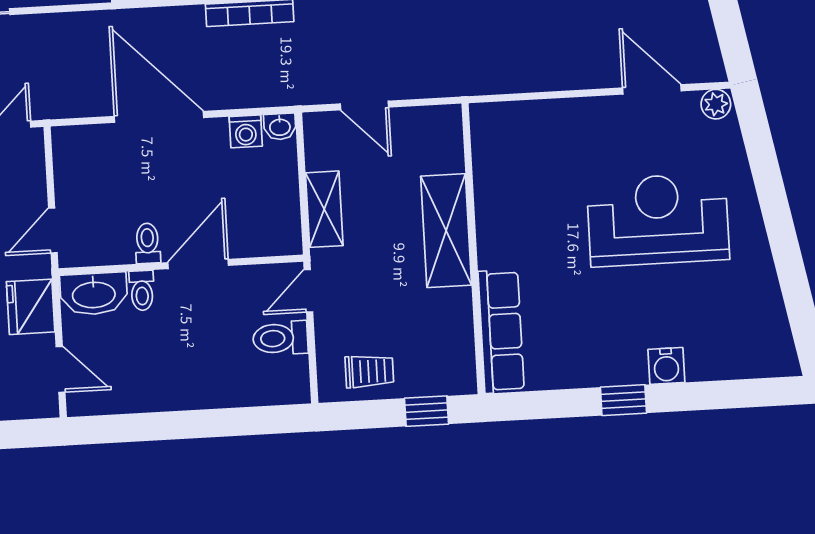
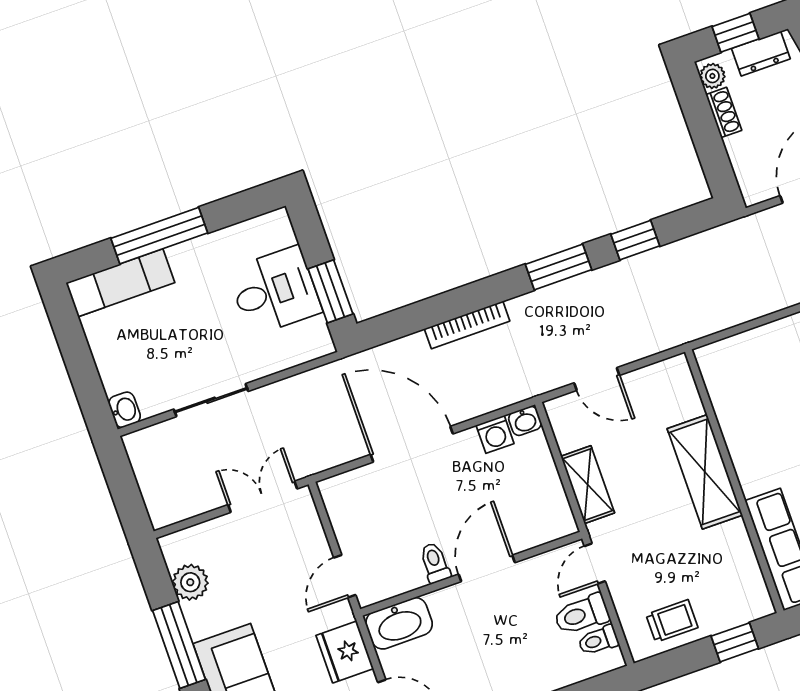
toilet: (142, 291) -> (598, 640), moved, turned 90

